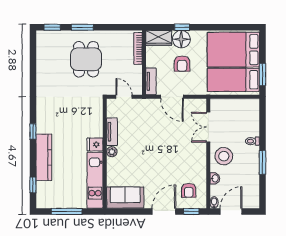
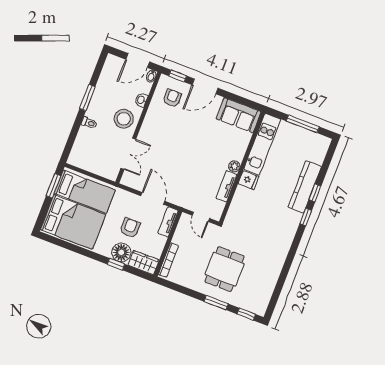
window: (33, 185) -> (315, 193), moved

